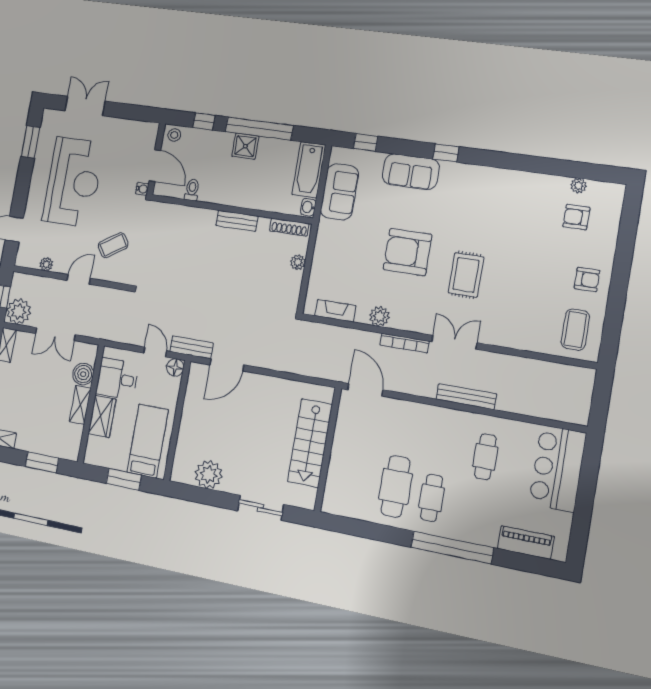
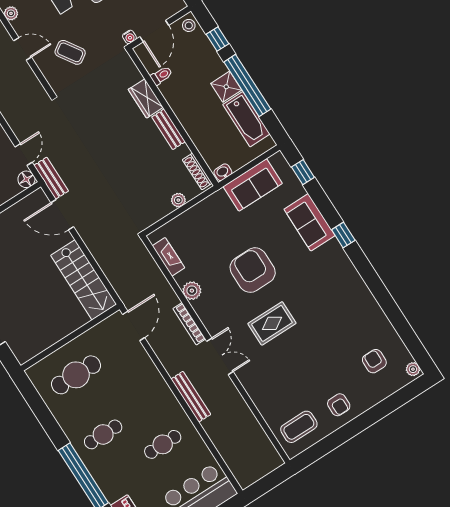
bathtub: (309, 170) -> (246, 119), moved, turned -90
plant: (578, 186) -> (413, 369), moved
wardrobe: (198, 218) -> (146, 98), added
stairs: (310, 443) -> (84, 280), moved, turned -90
cafe table: (395, 486) -> (76, 375), moved

